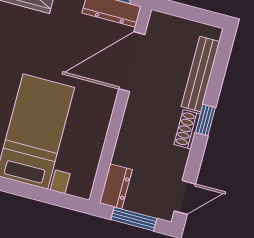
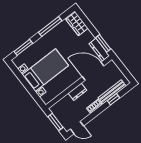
window: (205, 120) -> (113, 99), moved
dresser: (116, 186) -> (77, 92), moved

